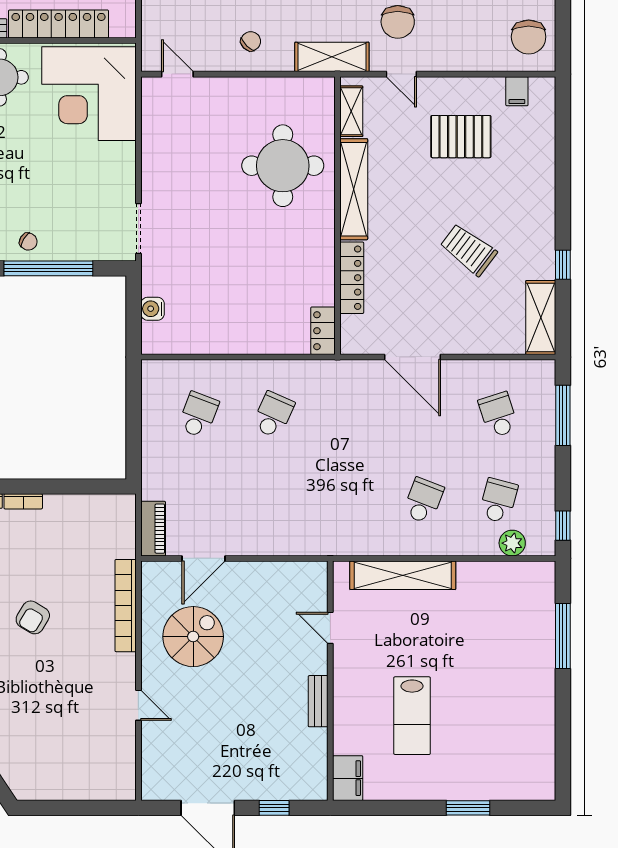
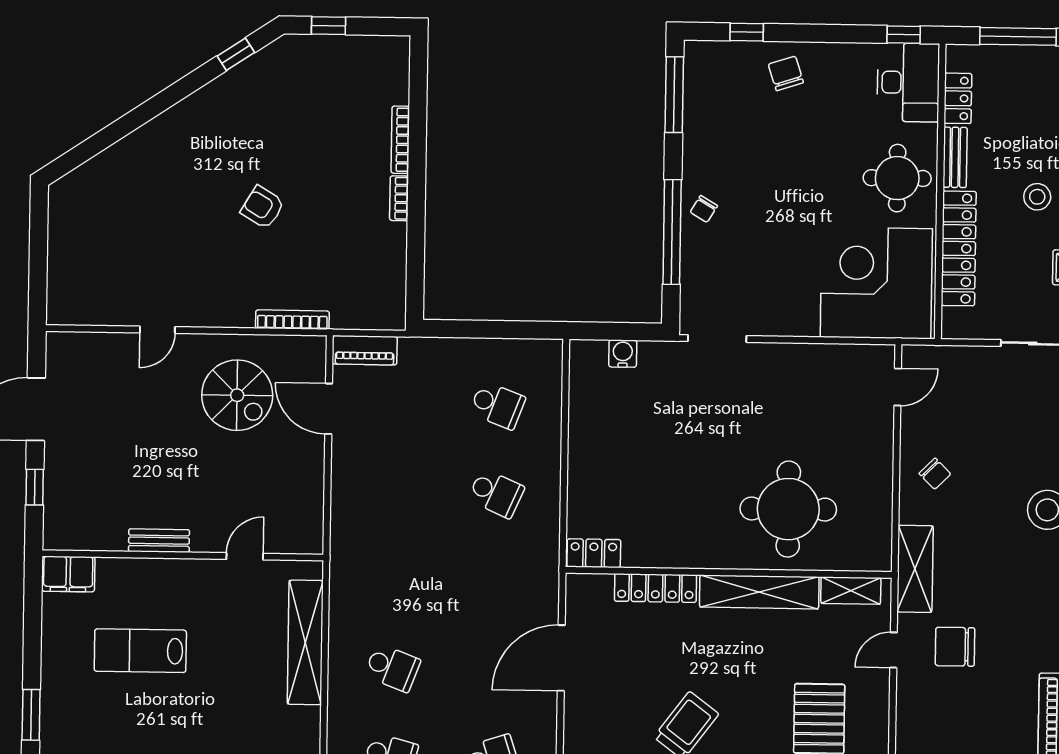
bookcase: (126, 606) -> (292, 320), width x0.68, depth x0.76

